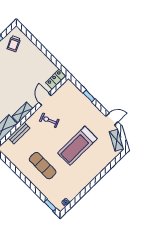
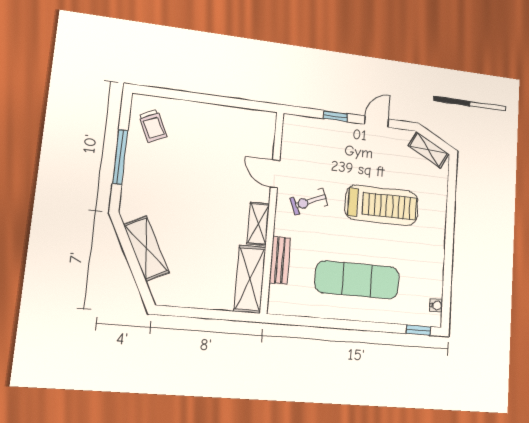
locker: (56, 79) -> (266, 130), removed
door: (112, 119) -> (377, 122), moved
treadmill: (77, 146) -> (382, 205), turned -90
exercise mat: (43, 166) -> (357, 280), width x1.36, depth x1.45

